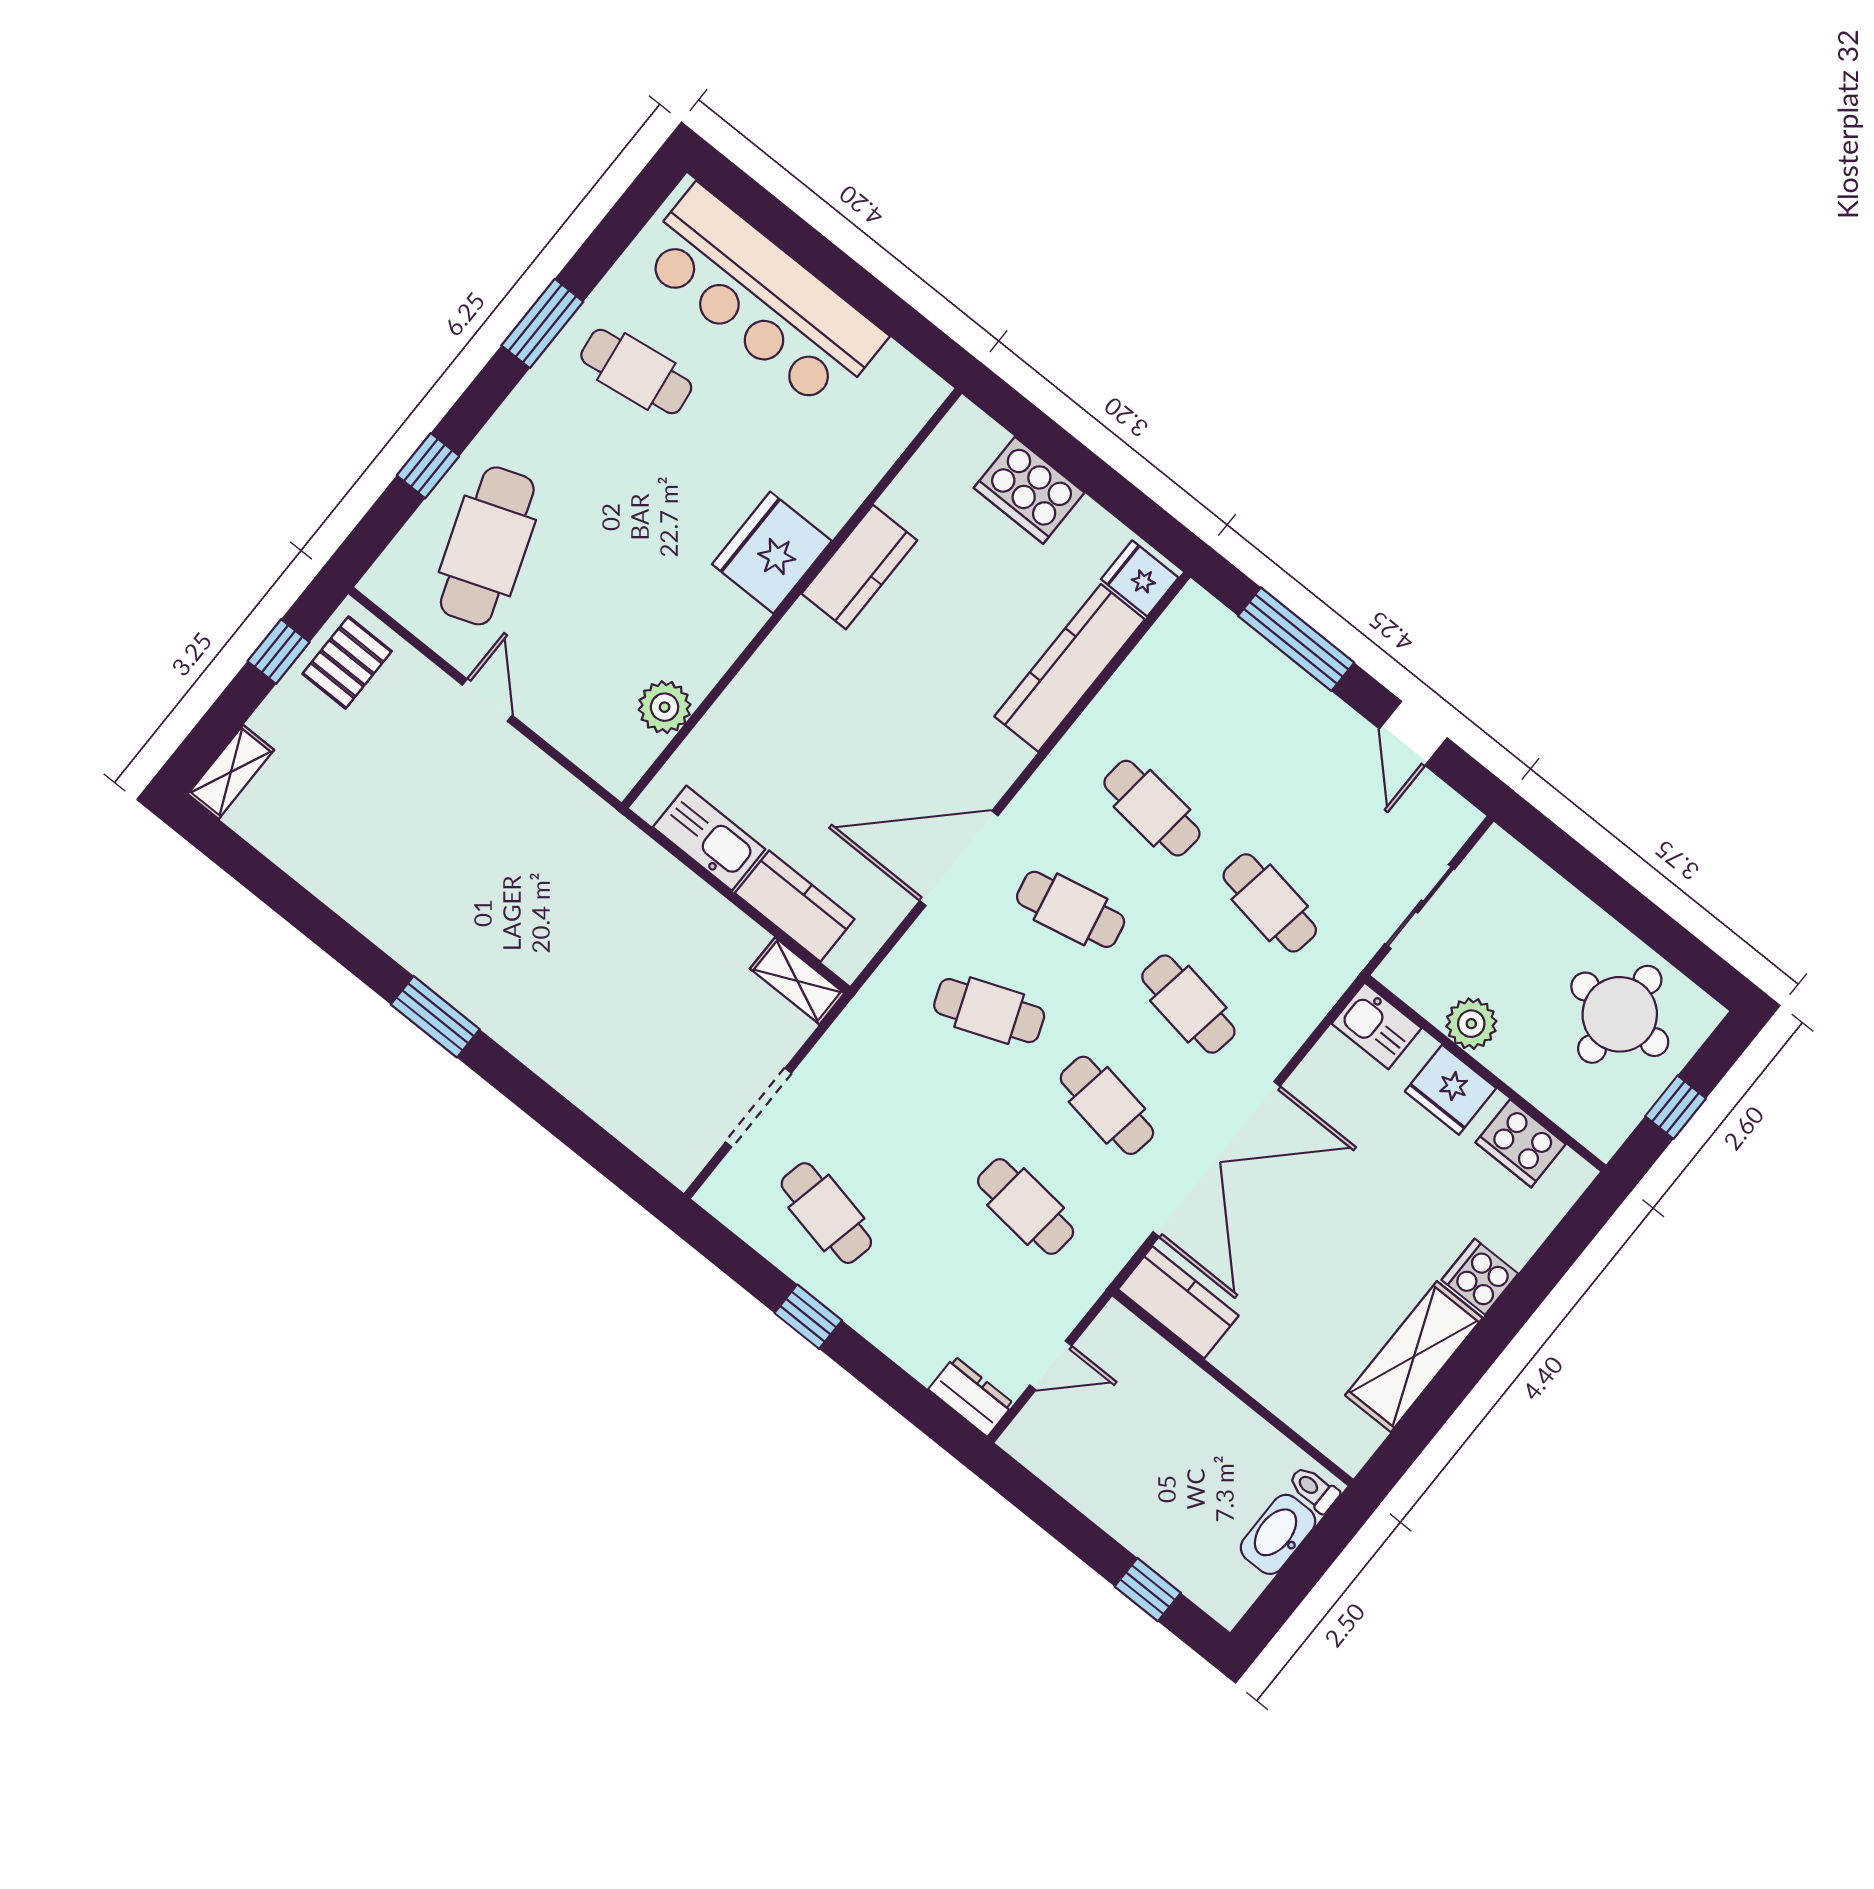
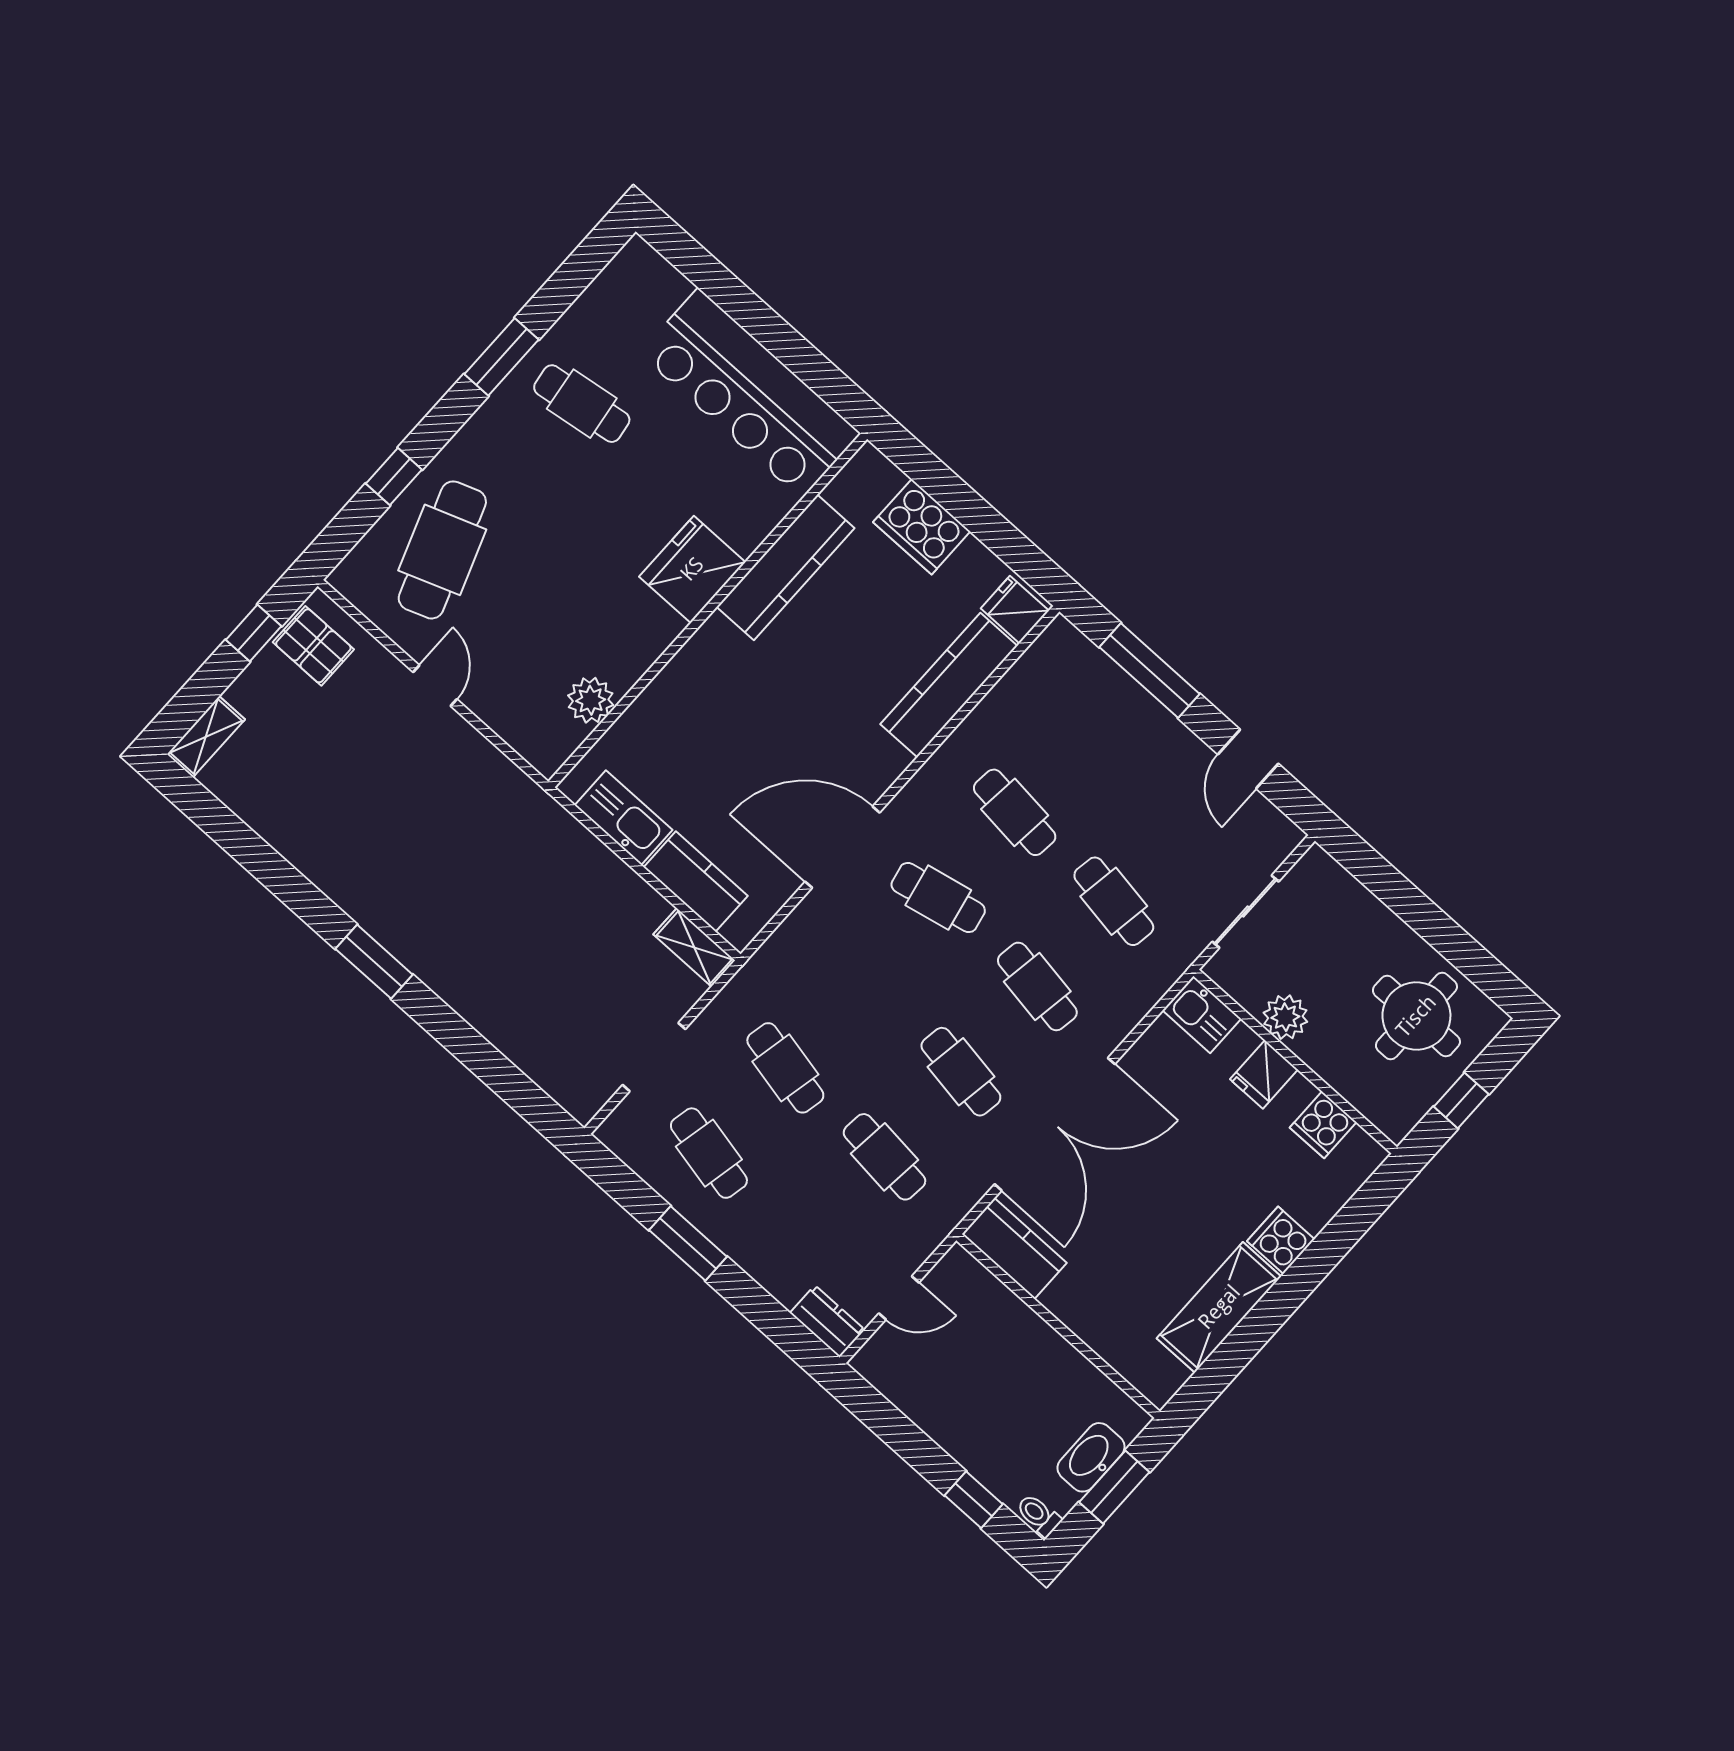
bar counter: (761, 298) -> (750, 393), moved
kitchen counter: (859, 567) -> (786, 567), width x1.50
pallet: (347, 662) -> (313, 646), turned 90
cafe table: (989, 1011) -> (785, 1068), moved, turned 33
fridge: (1451, 1090) -> (1264, 1074), width x0.72
cooker: (1521, 1143) -> (1323, 1125), width x0.73
window: (808, 1317) -> (688, 1243), width x1.50
toilet: (1314, 1489) -> (1039, 1515), moved
window: (1306, 1567) -> (1114, 1487), added

